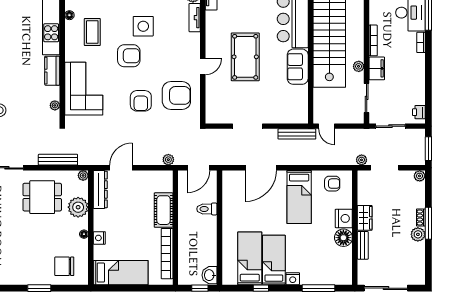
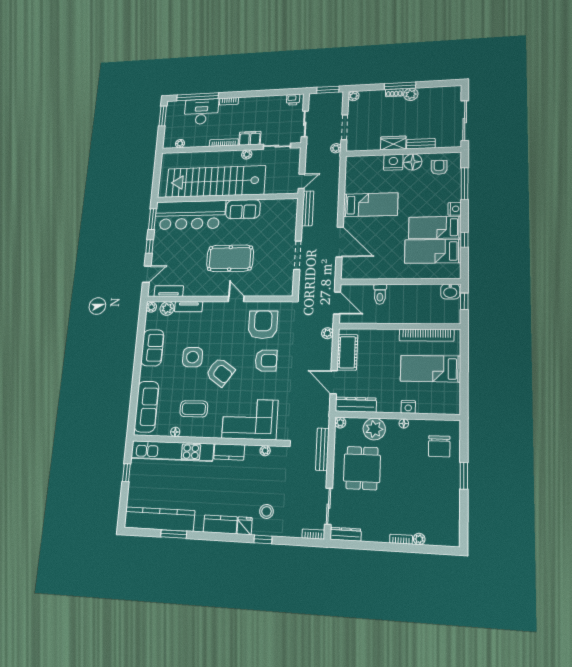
armchair: (129, 56) -> (220, 372), turned 125
armchair: (332, 184) -> (439, 167), moved
cot: (164, 210) -> (347, 352), moved, turned 90
bed: (121, 273) -> (430, 369), moved, turned -90

